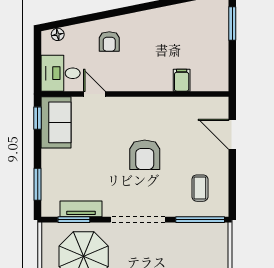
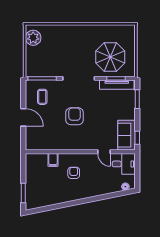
armchair: (109, 41) -> (74, 173), moved
door: (232, 134) -> (23, 117), moved
tv unit: (81, 209) -> (117, 85), width x1.41

